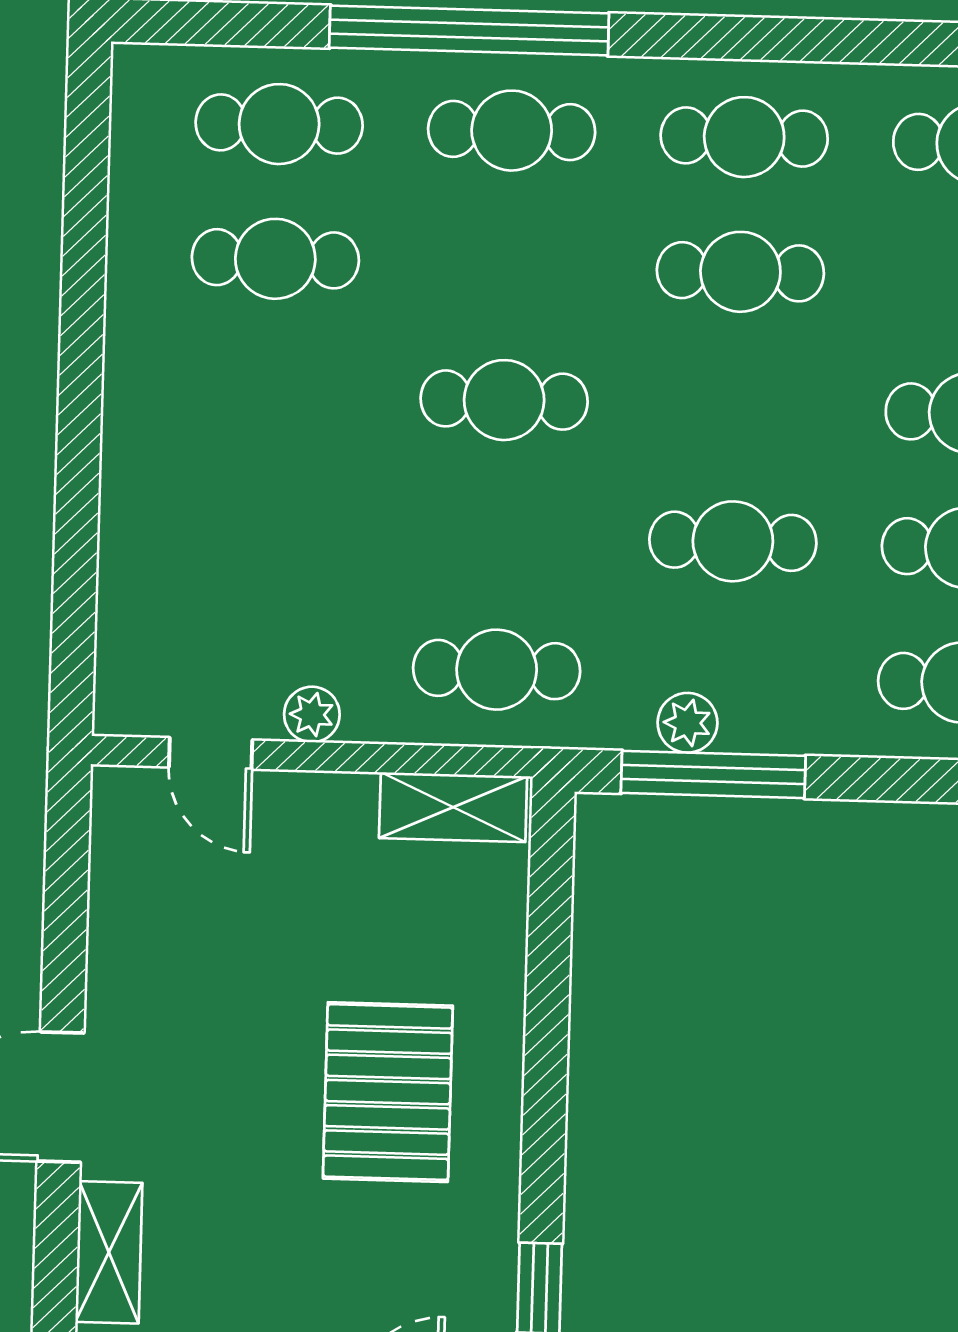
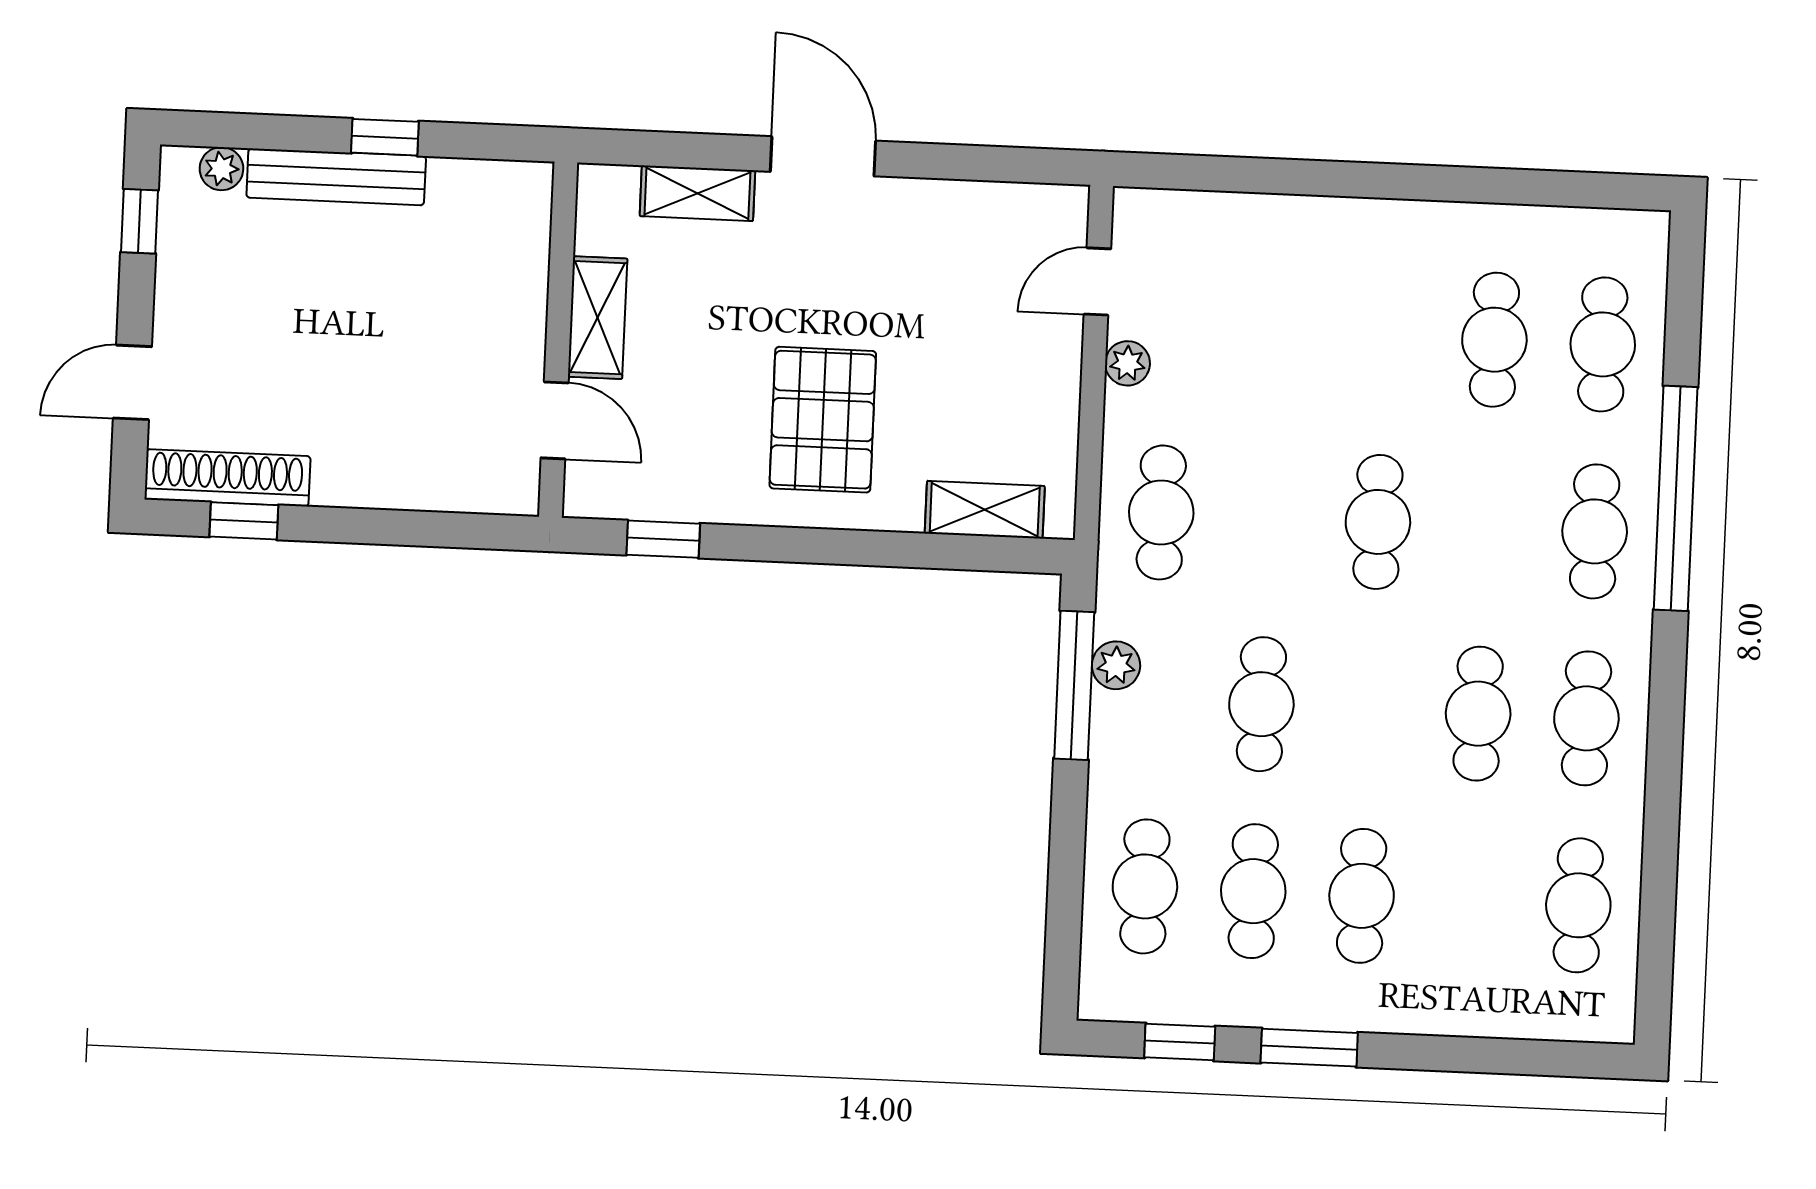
shelving: (453, 807) -> (985, 510), moved, turned 90
pallet: (388, 1092) -> (823, 420), turned 90

